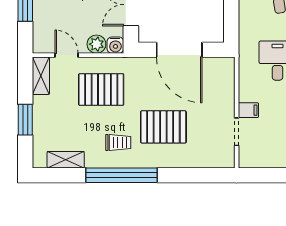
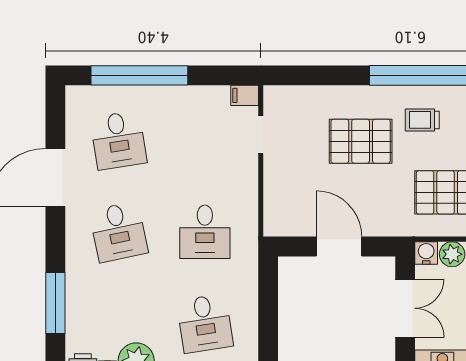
door: (179, 50) -> (339, 247), width x0.73
filing cabinet: (248, 110) -> (245, 95), moved

